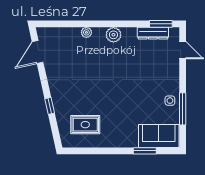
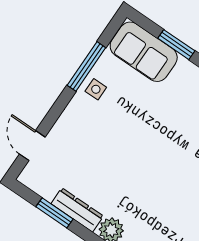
window: (161, 24) -> (55, 213), moved
dresser: (153, 33) -> (77, 210), moved

